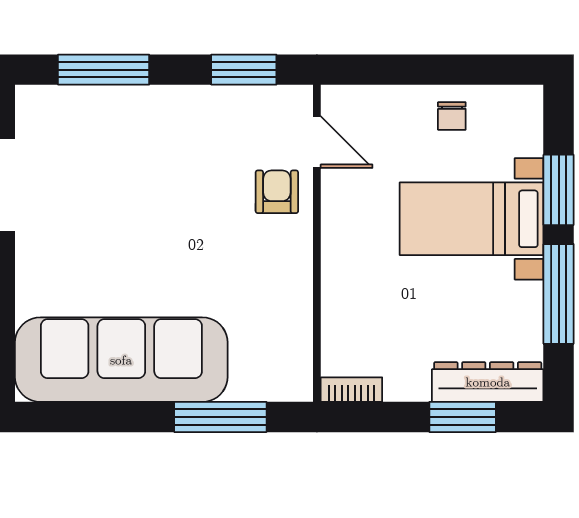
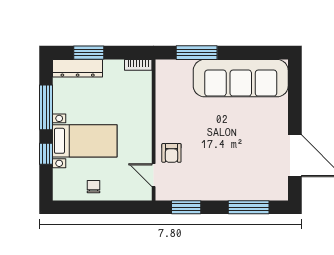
window: (559, 190) -> (46, 154), width x0.67

